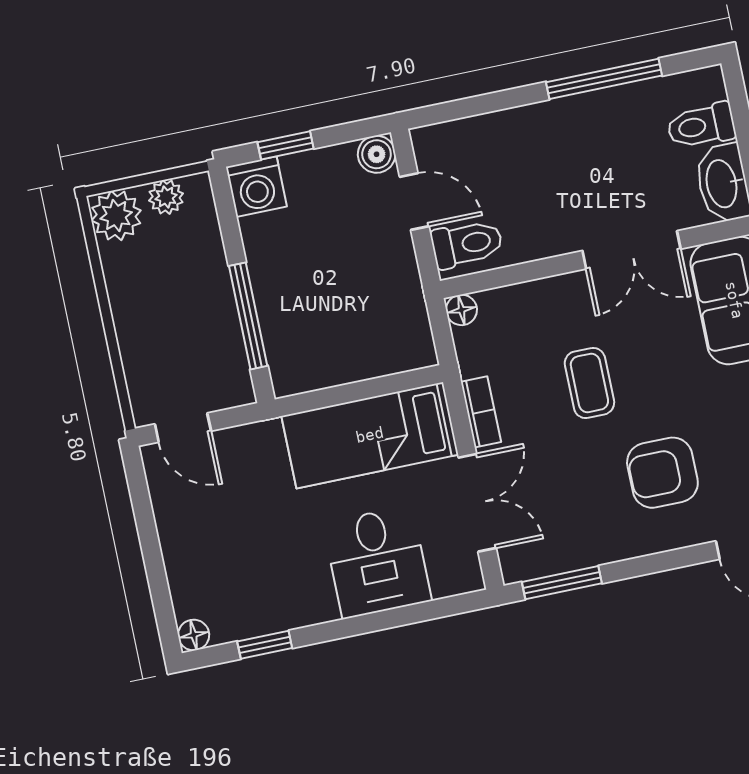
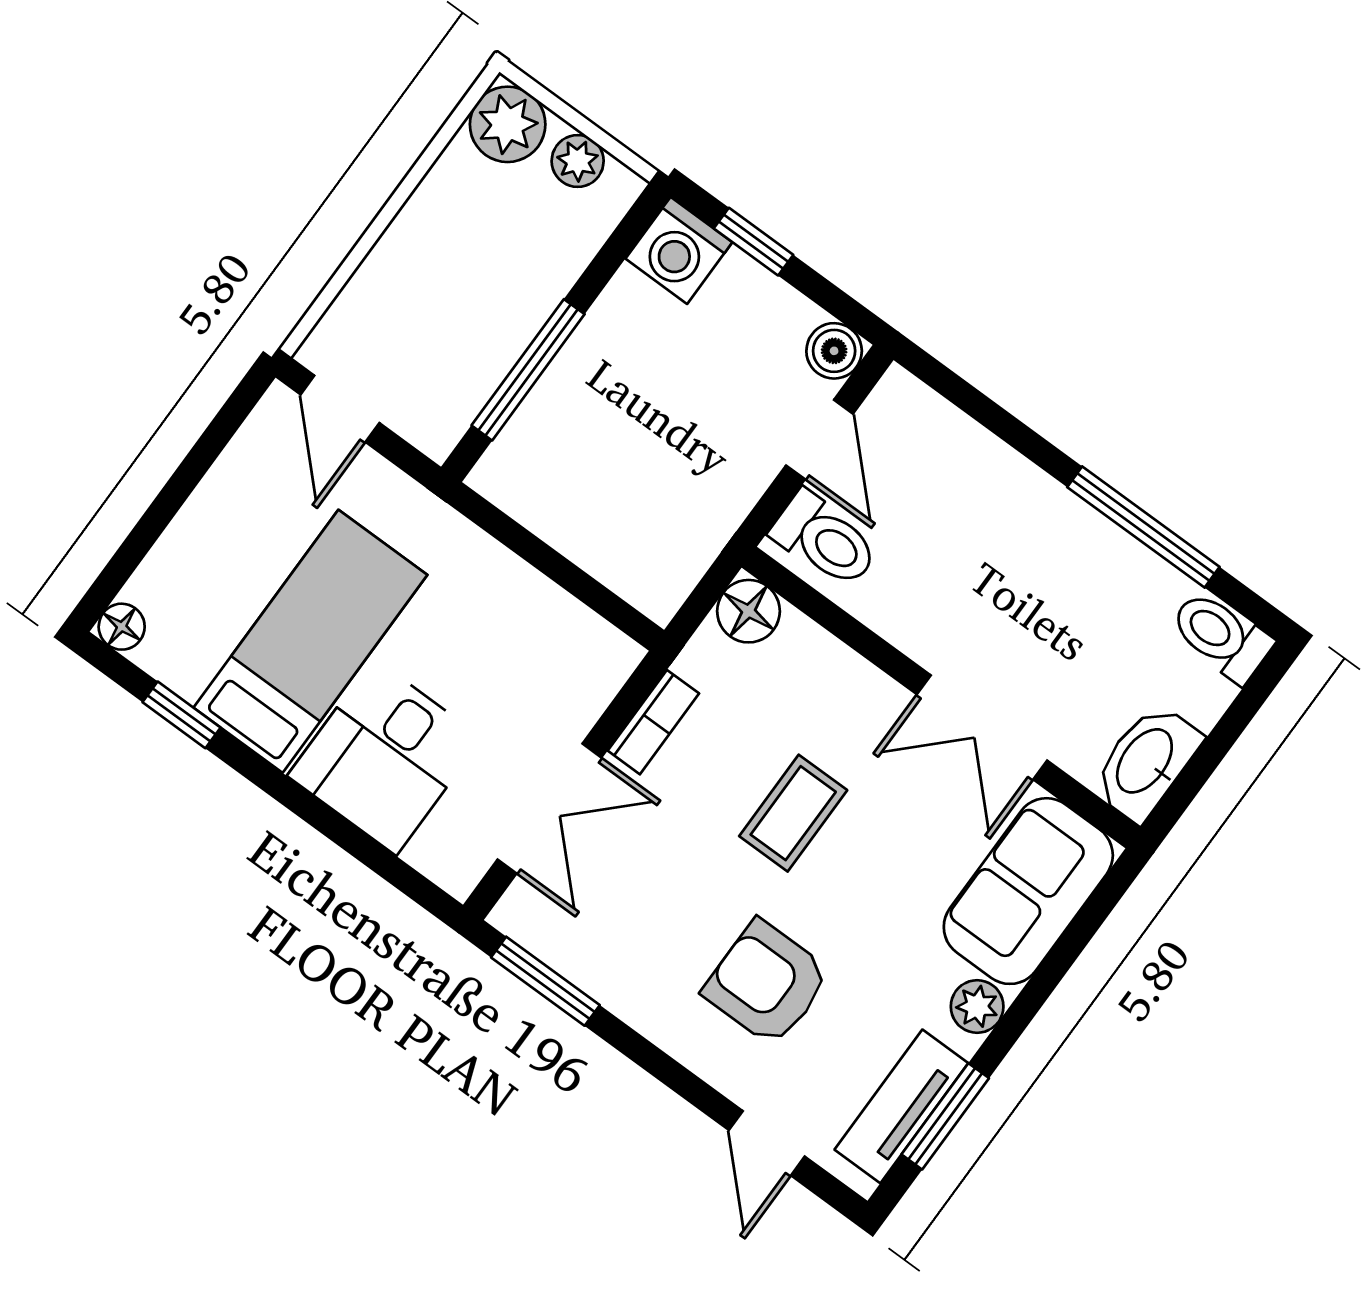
toilet: (701, 126) -> (1221, 636), moved
floor lamp: (461, 310) -> (749, 611), width x1.37, depth x1.37
bed: (370, 435) -> (310, 641), moved, turned 90

